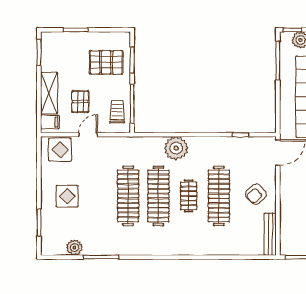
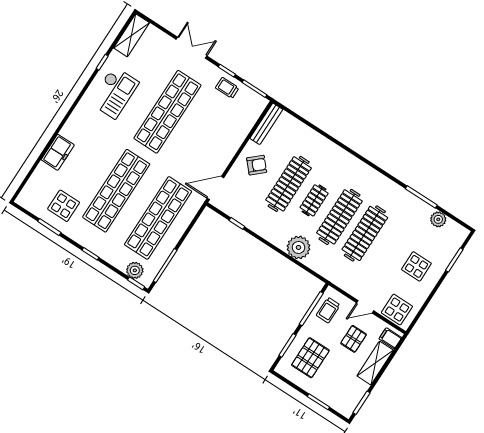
pallet: (106, 62) -> (310, 358), turned 90

